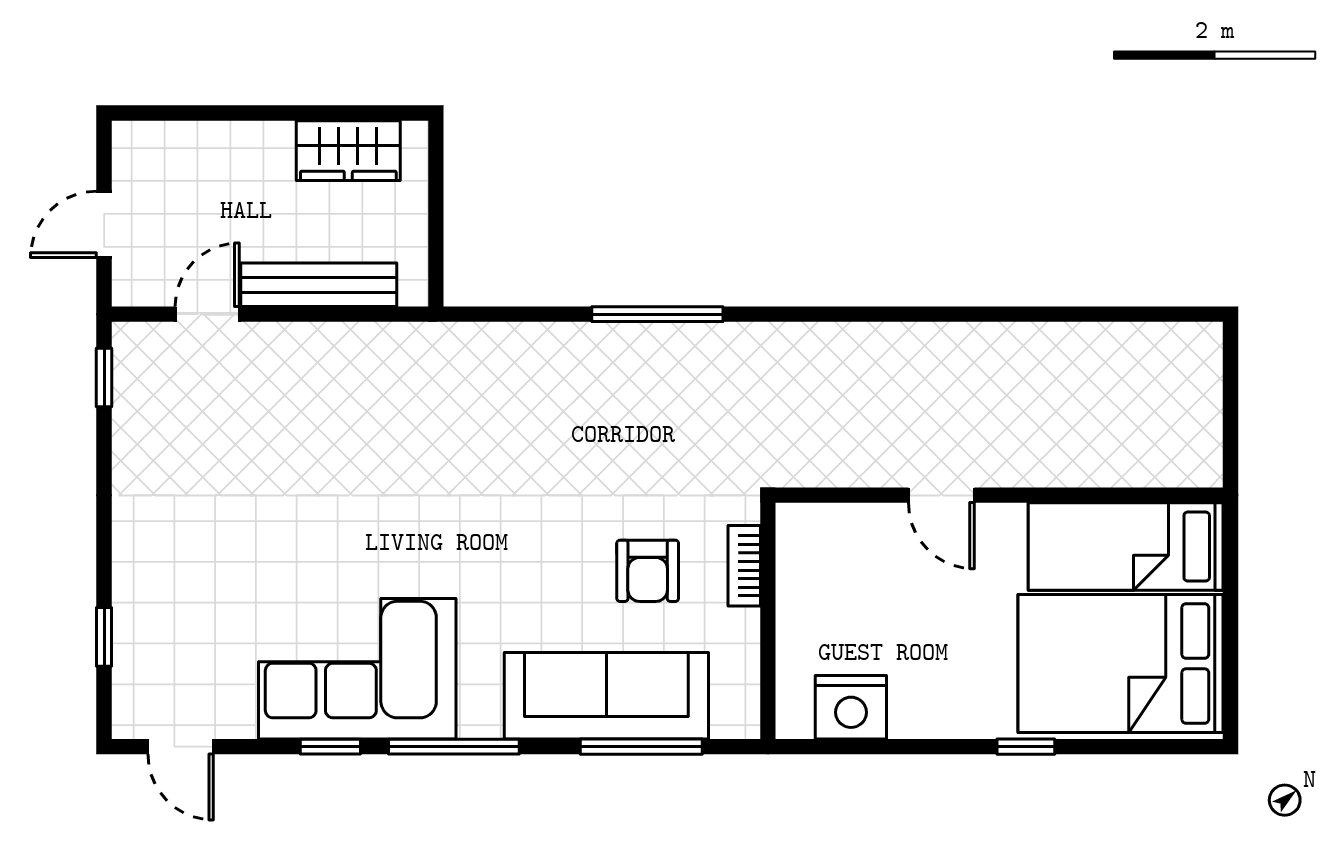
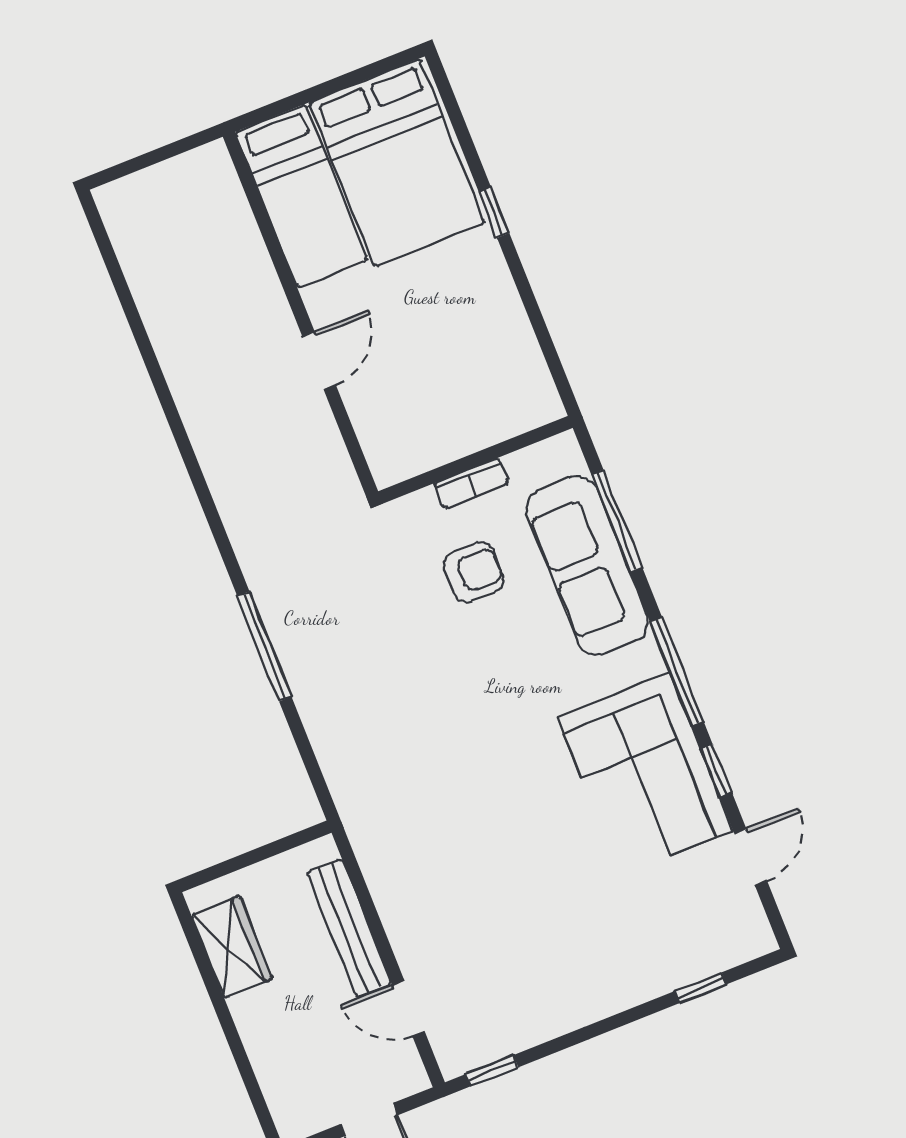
bookcase: (744, 566) -> (471, 483), moved
nightstand: (851, 707) -> (518, 365), removed
door: (181, 747) -> (751, 857), moved

